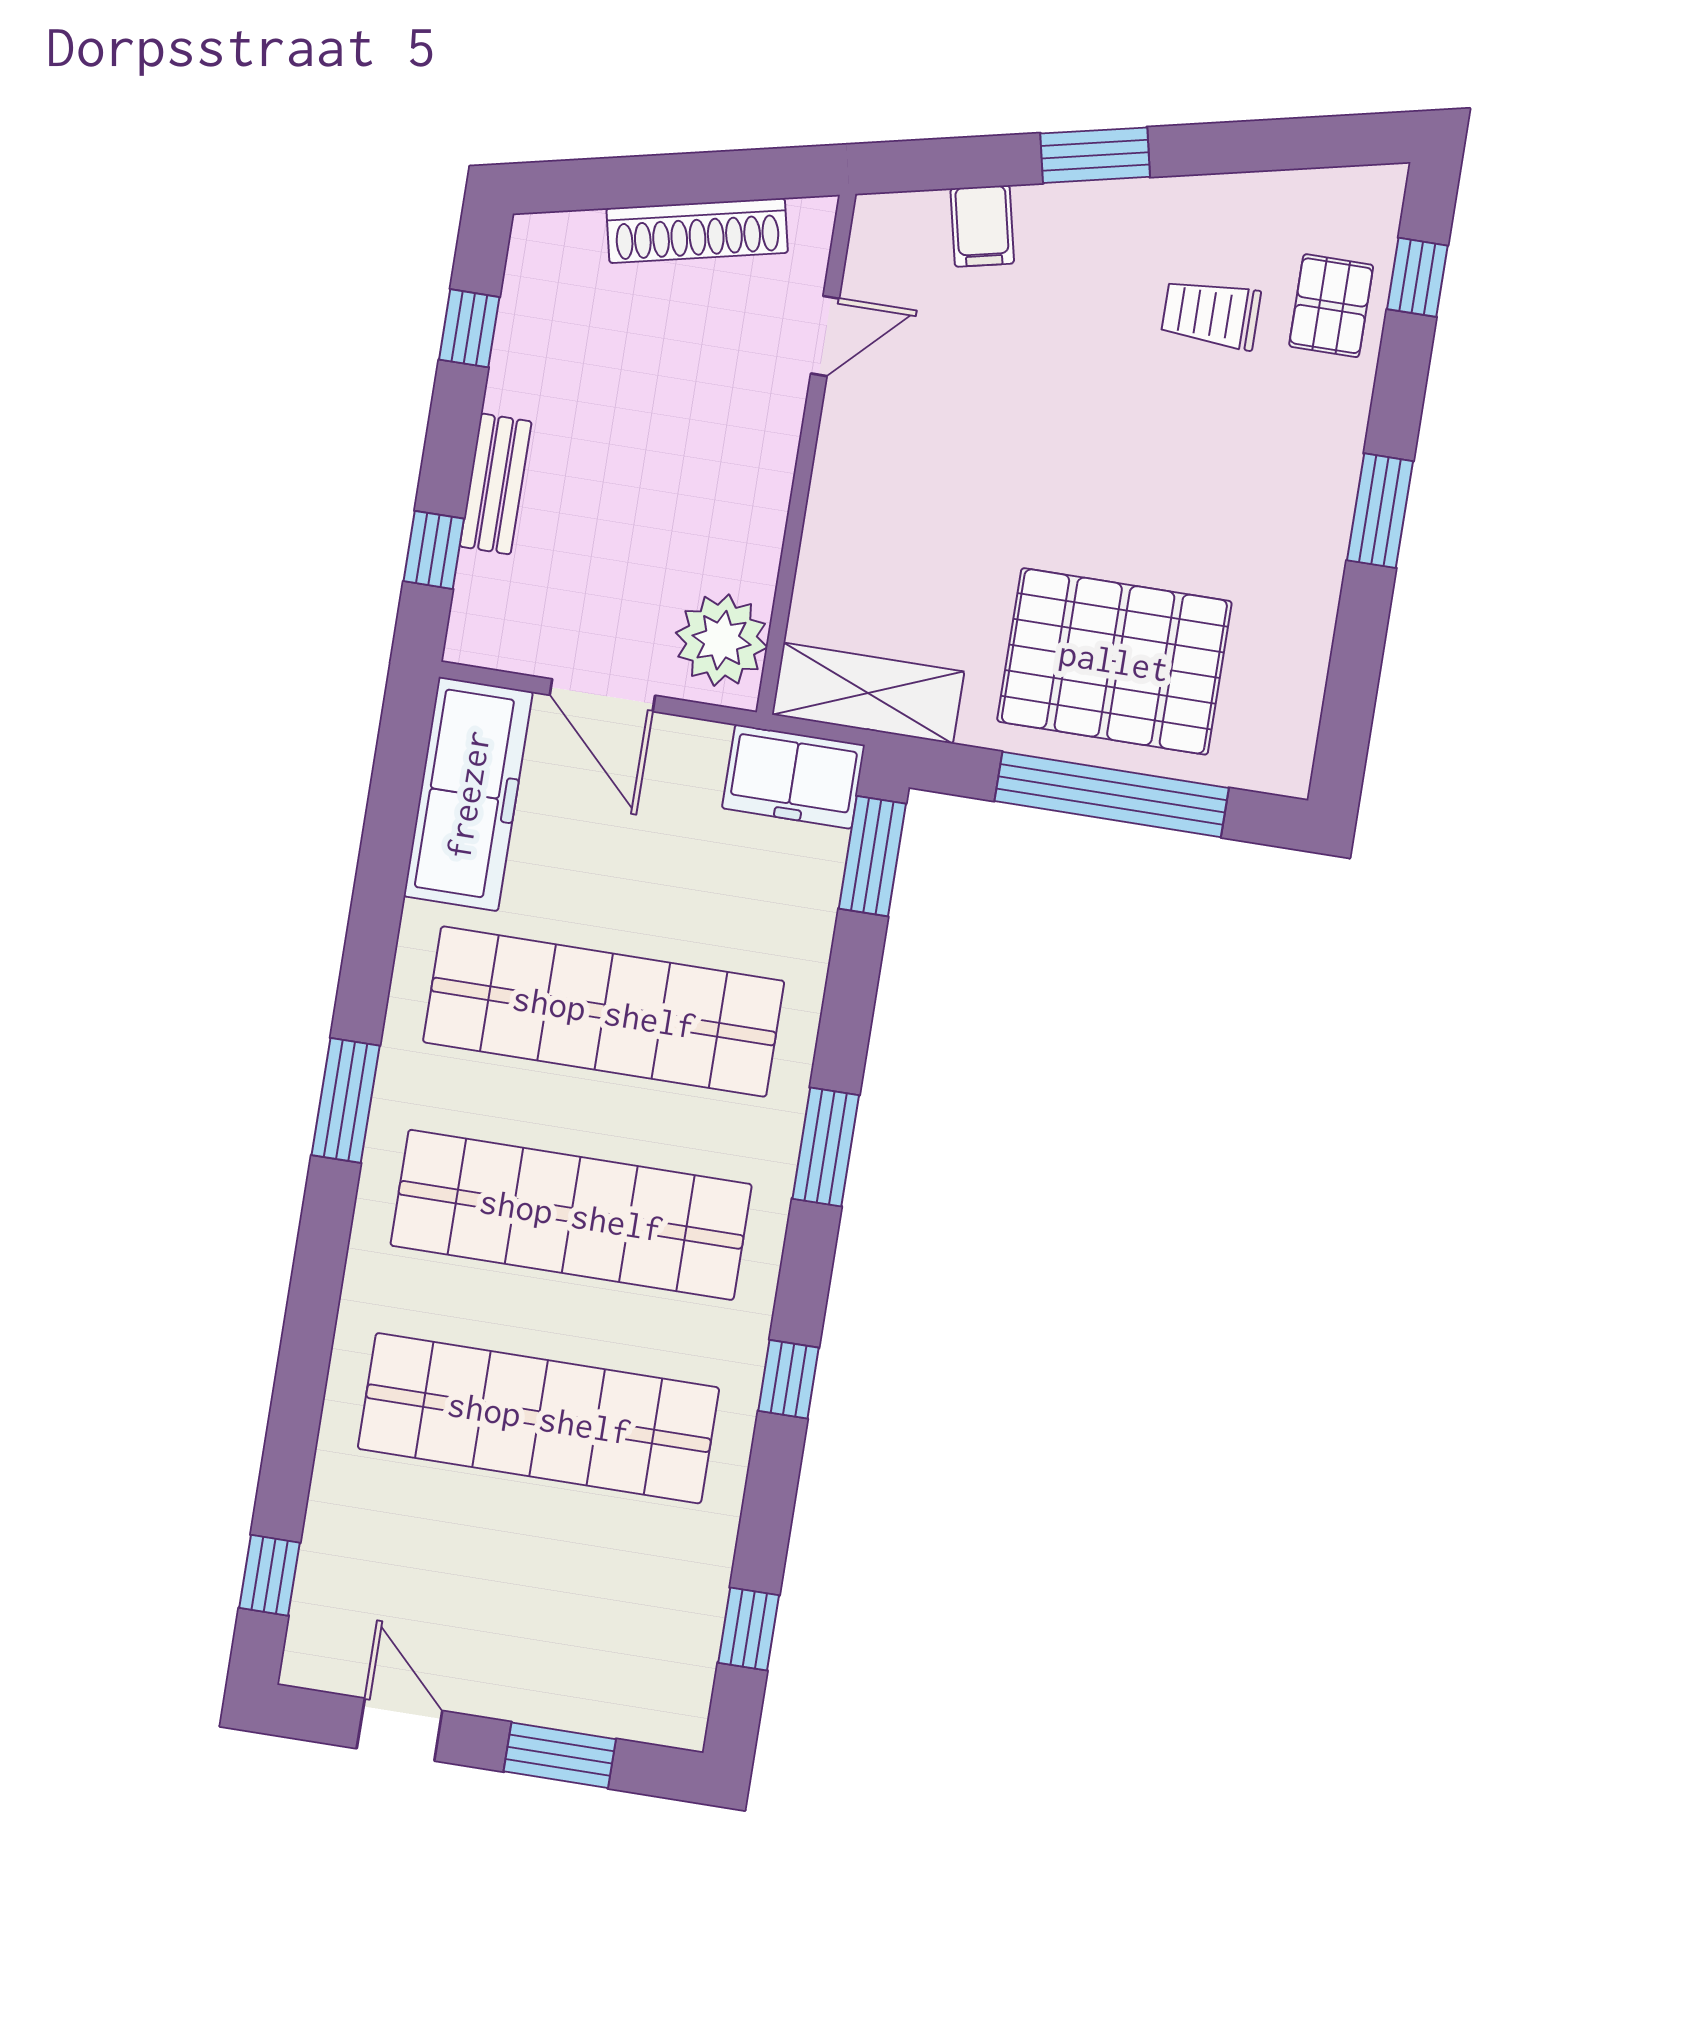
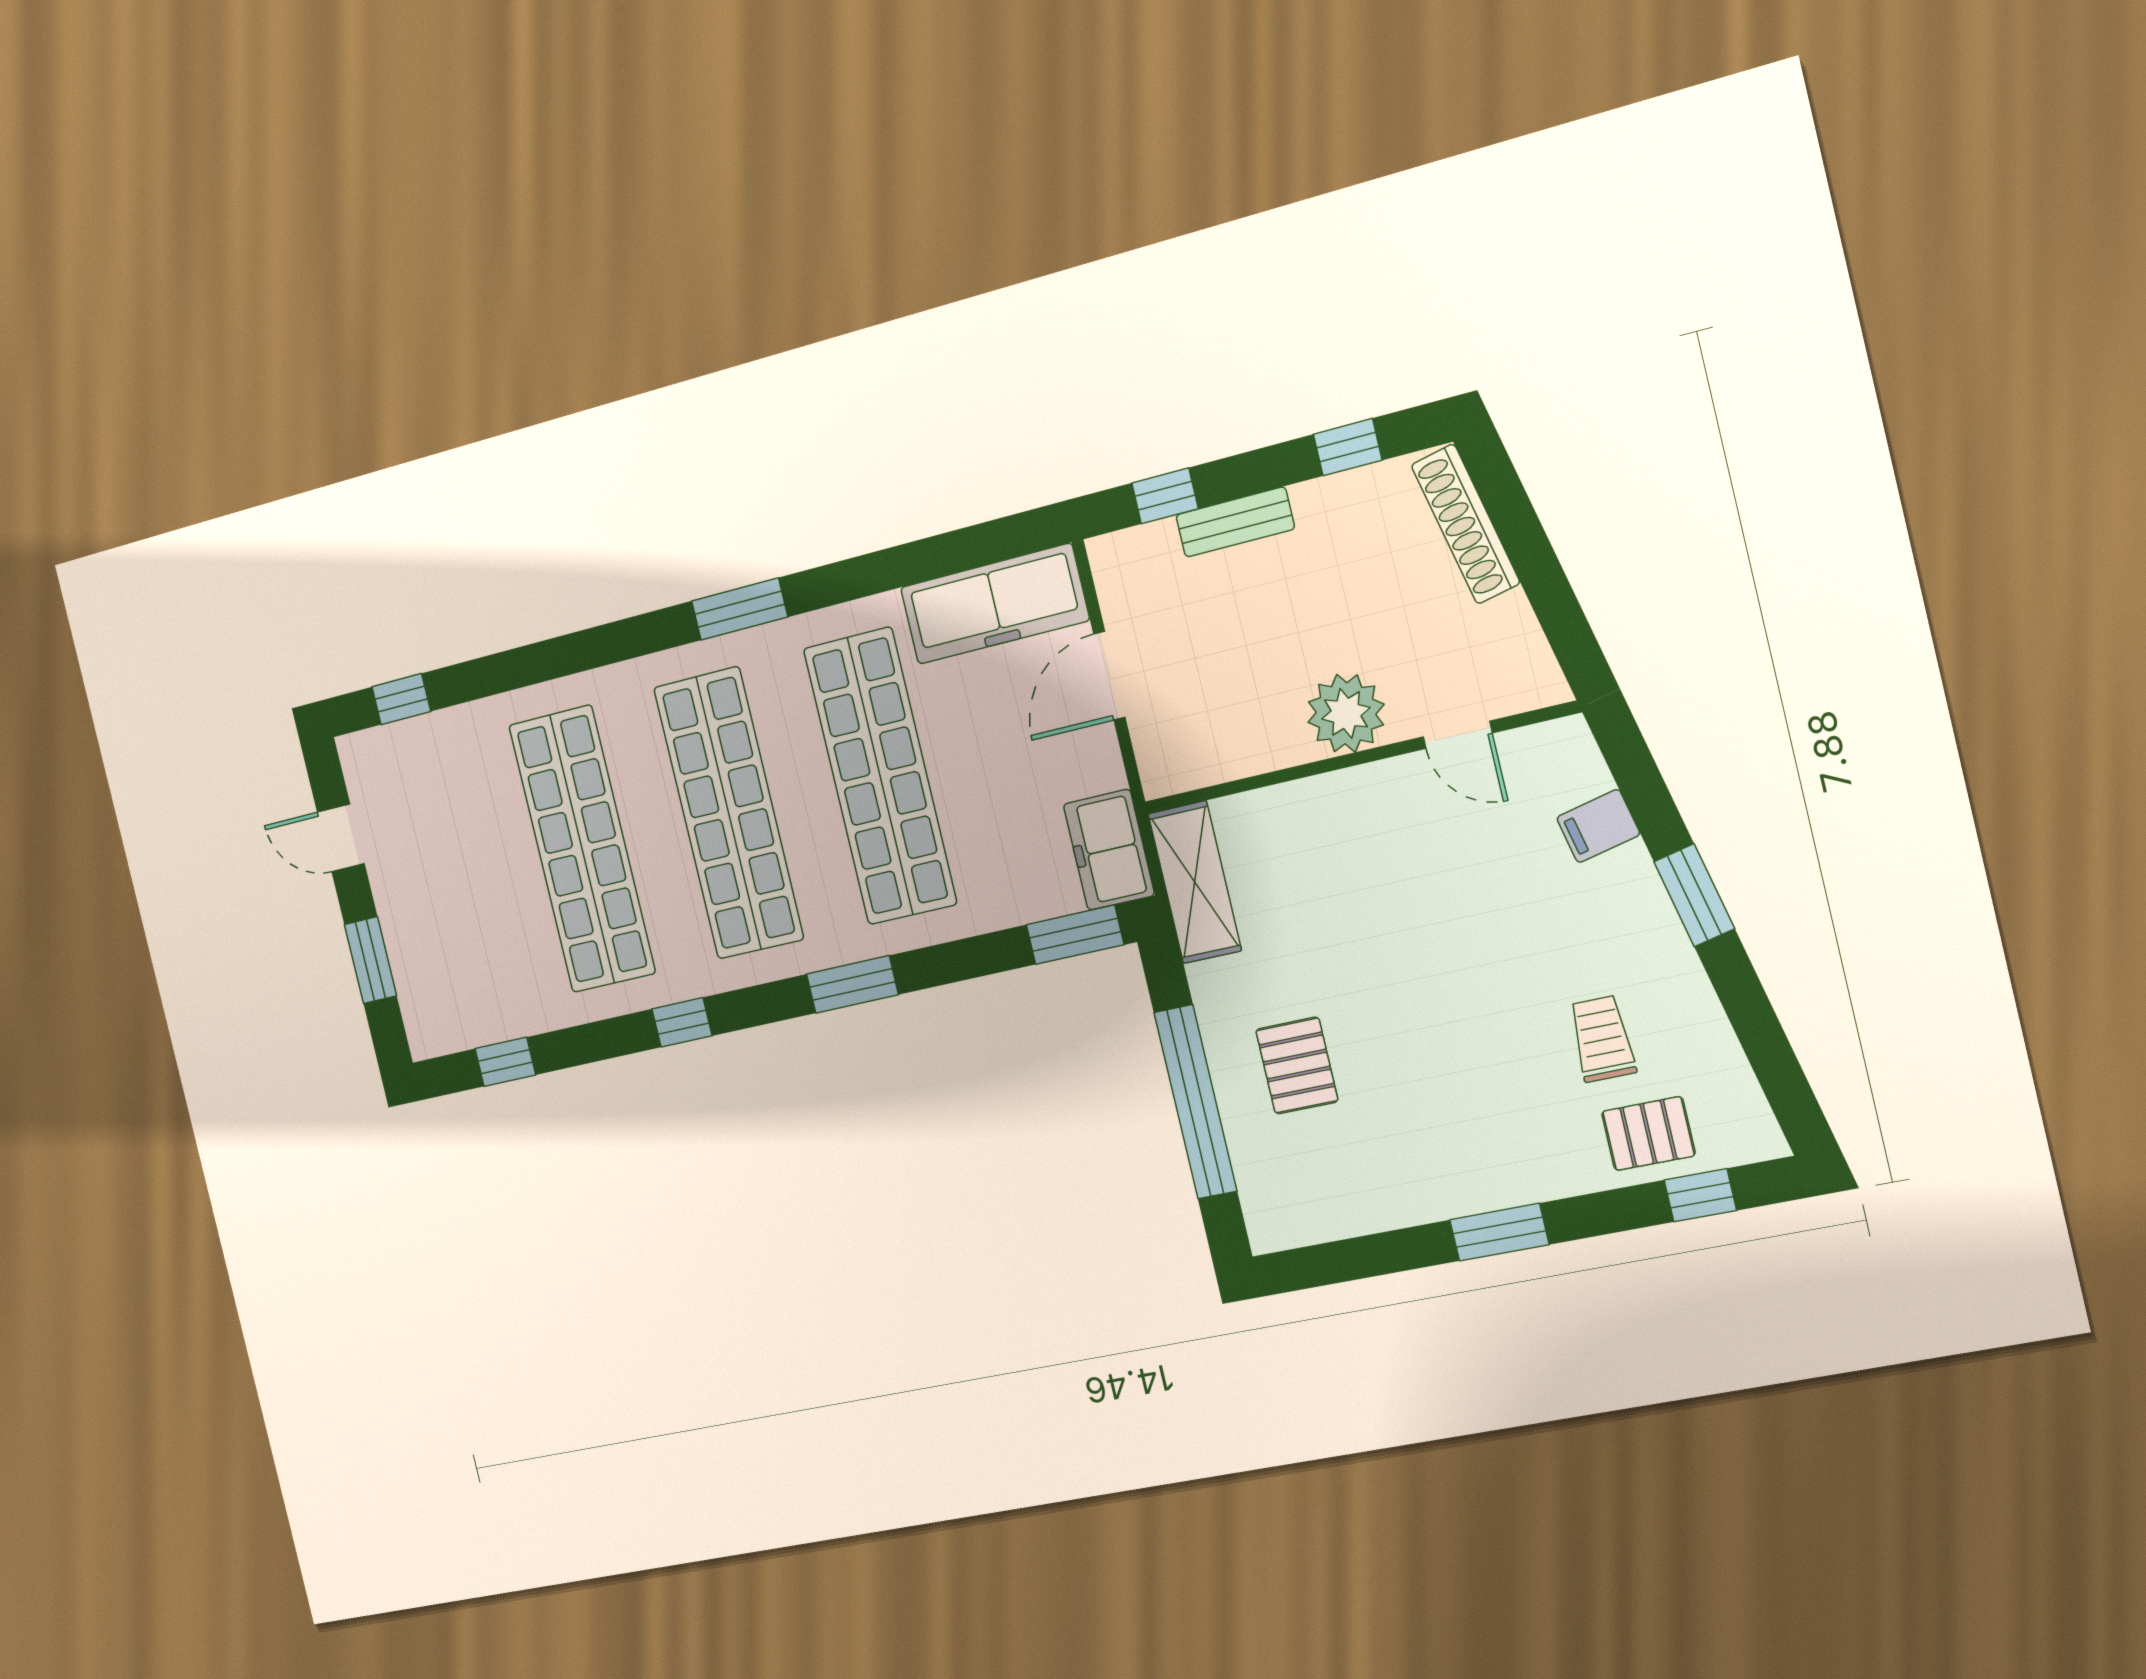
shoe rack: (697, 231) -> (1466, 524), moved
plant: (722, 640) -> (1346, 713), moved
pallet: (1114, 661) -> (1297, 1065), width x0.49, depth x0.50
door: (400, 1730) -> (341, 838), swing flipped

